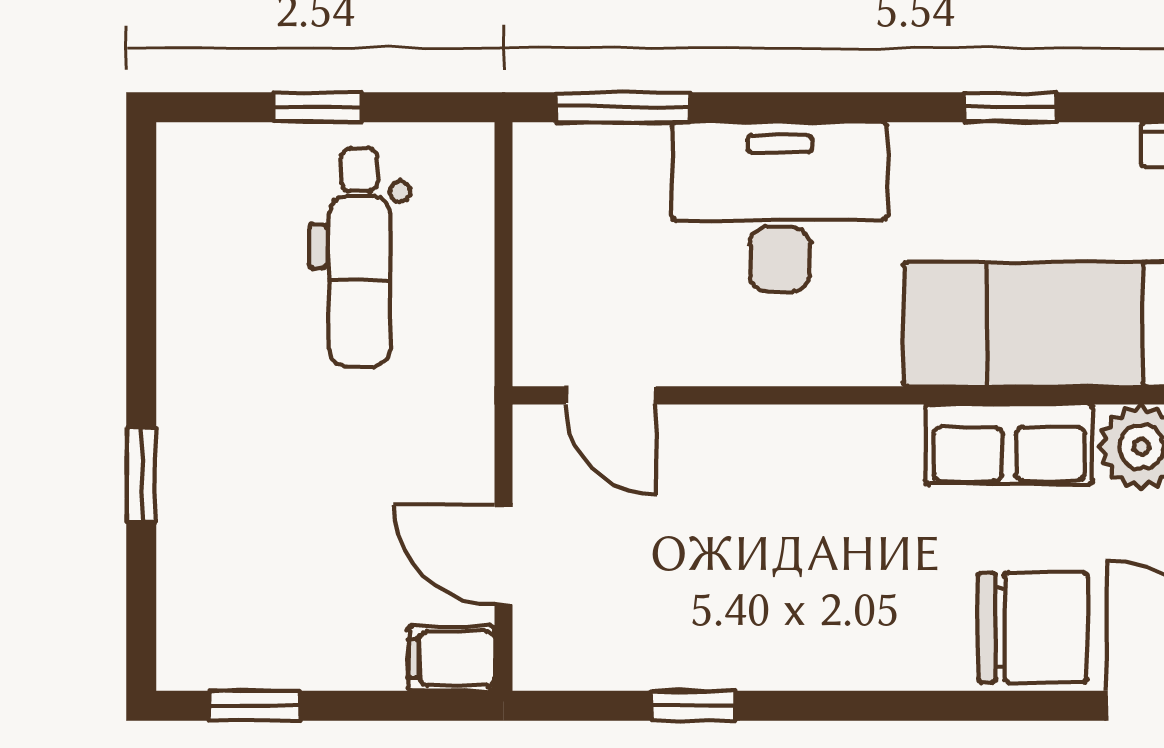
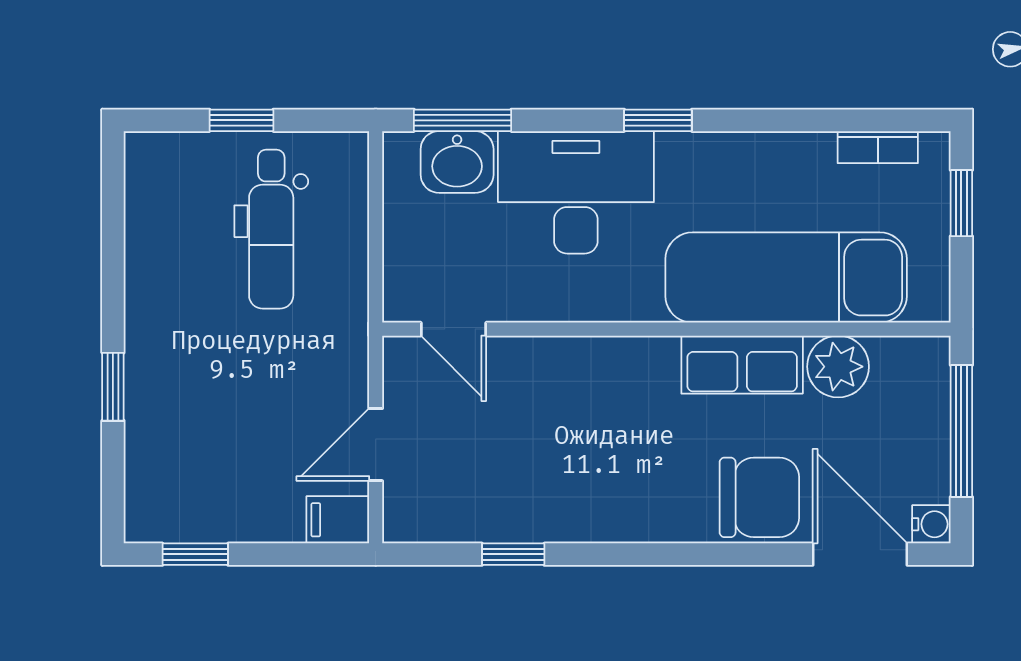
window: (1011, 107) -> (658, 120), moved
washbasin: (616, 165) -> (457, 162), added
door: (504, 555) -> (376, 445), hinge flipped

